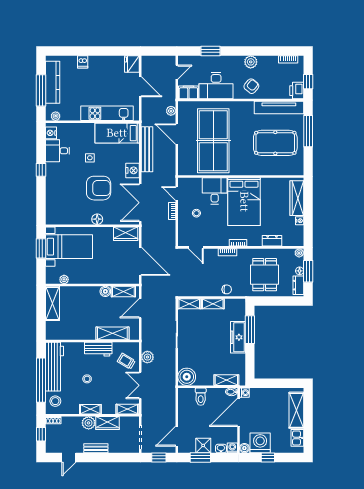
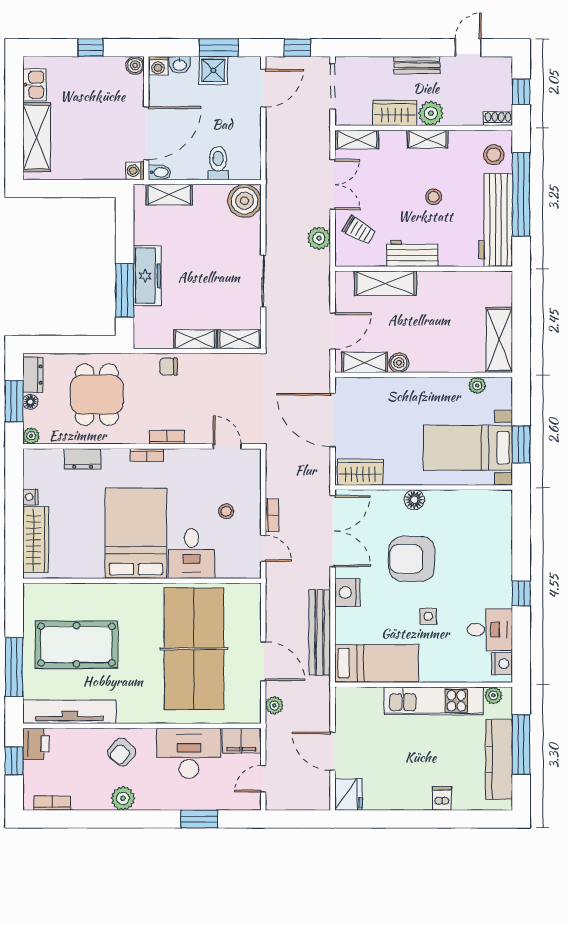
kitchen unit: (107, 113) -> (434, 701), moved
washing machine: (260, 443) -> (105, 75), removed

